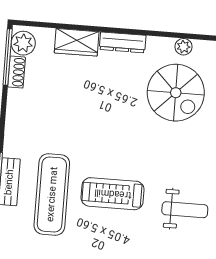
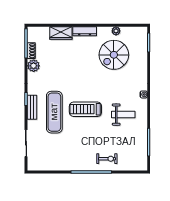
plant: (23, 43) -> (34, 66), moved
spiral stairs: (176, 93) -> (114, 55), turned 90

